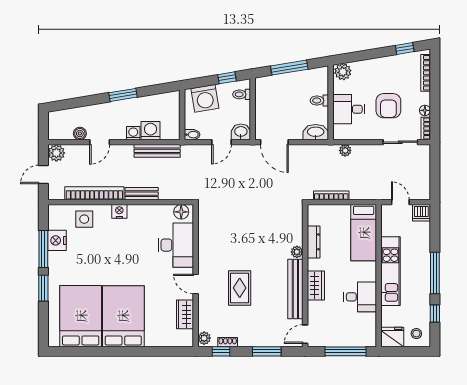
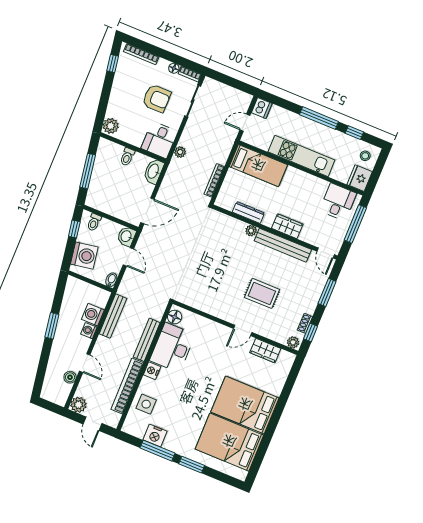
desk: (349, 109) -> (159, 140), moved
bench: (142, 194) -> (147, 340), width x1.36
desk: (176, 245) -> (172, 348), moved, turned -90
desk: (360, 297) -> (338, 202), moved

